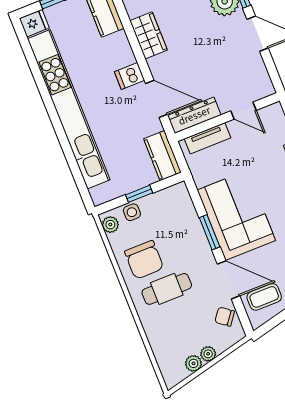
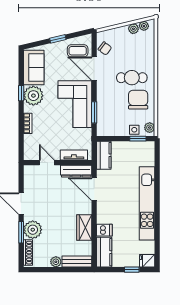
dishwasher: (130, 76) -> (104, 230), moved
kitchen unit: (69, 109) -> (147, 203), width x0.73
window: (139, 194) -> (138, 139), moved
window: (210, 232) -> (94, 112), moved
plant: (208, 354) -> (144, 26), moved

